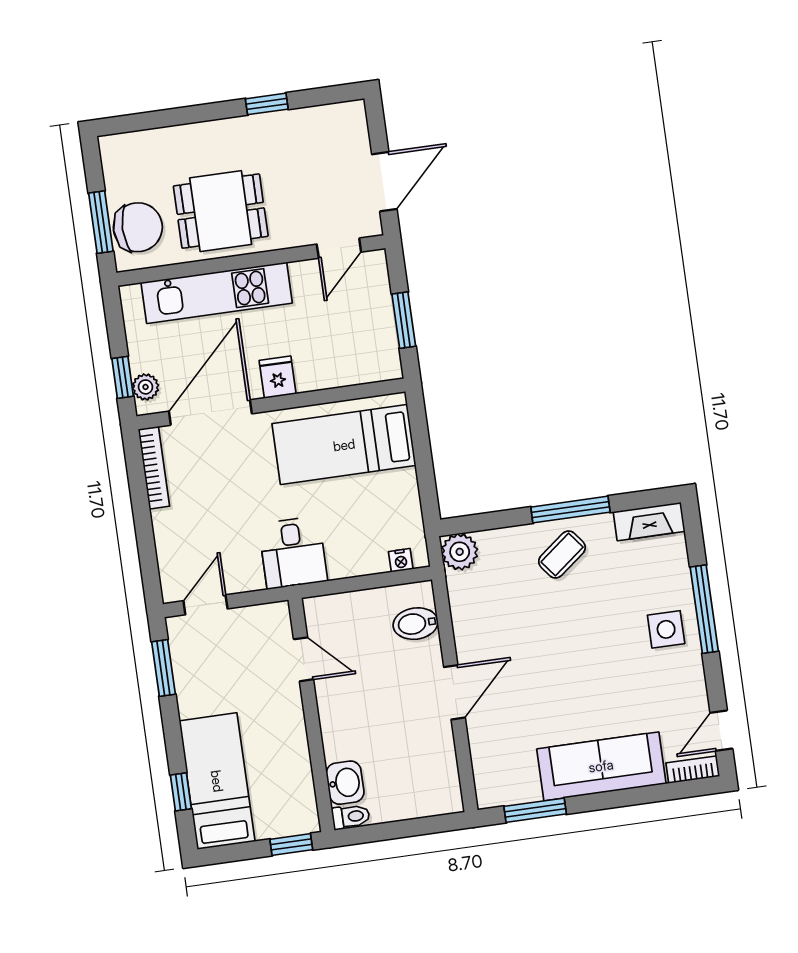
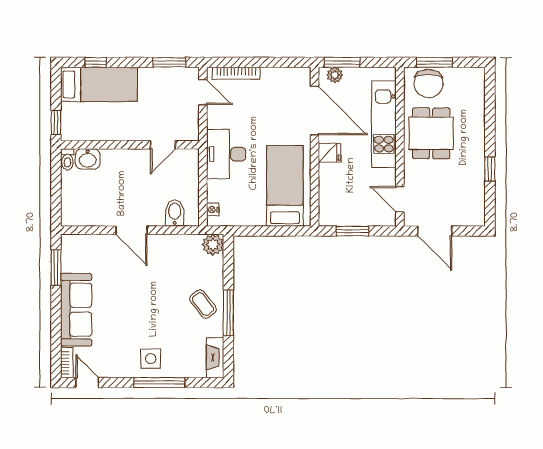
window: (123, 377) -> (342, 62), width x1.50
bookcase: (154, 468) -> (236, 73), moved
desk: (293, 553) -> (226, 154), width x1.37

